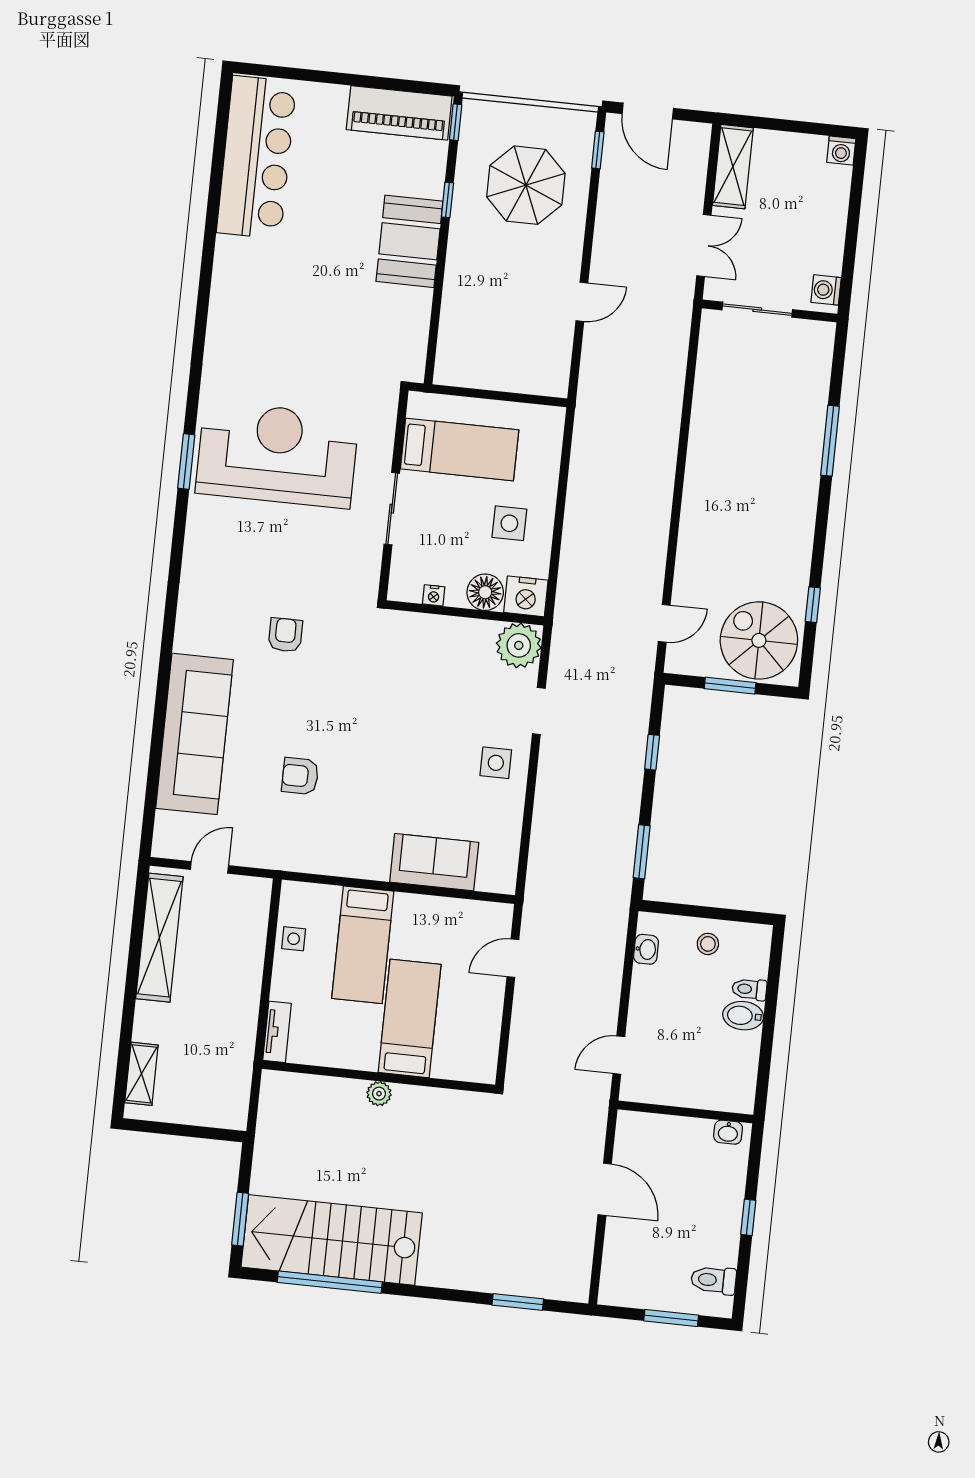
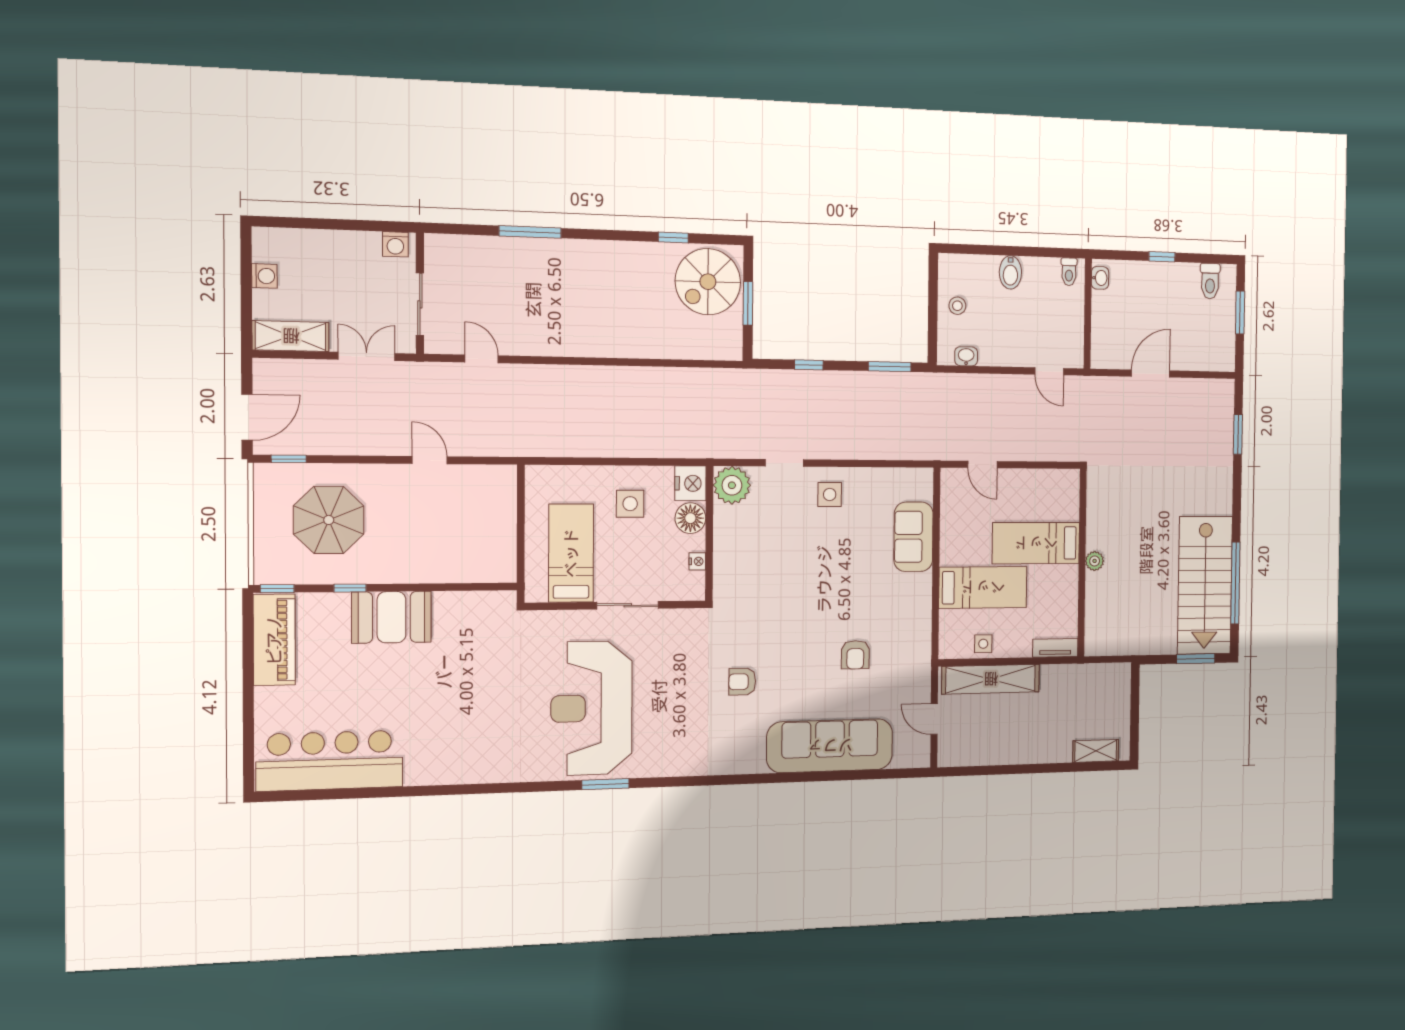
washing machine: (841, 150) -> (264, 276), moved
door: (664, 623) -> (482, 359), moved
shelving: (159, 938) -> (991, 679), moved
toilet: (749, 989) -> (1069, 272), moved

